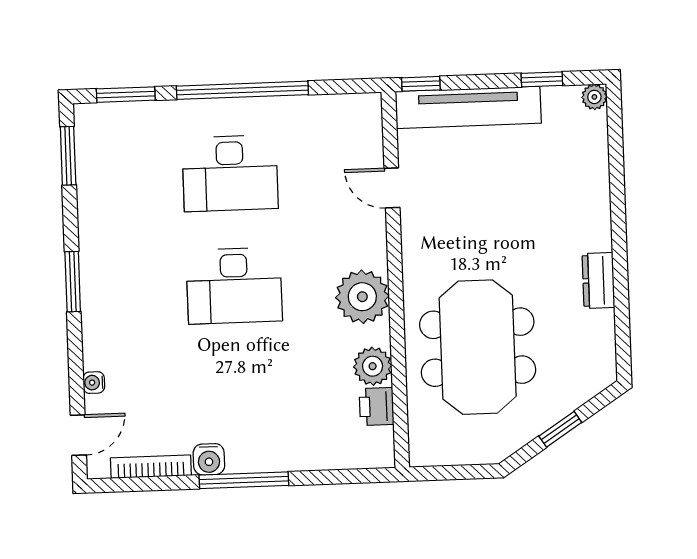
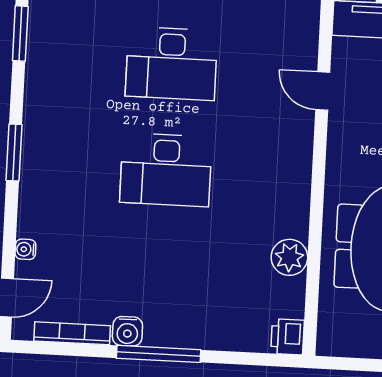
plant: (362, 297) -> (286, 191), removed
printer: (376, 406) -> (288, 337), moved

